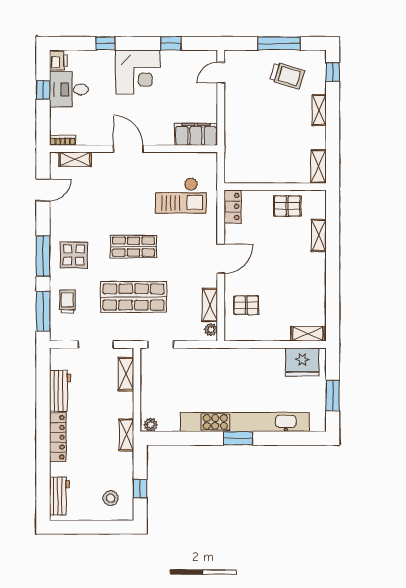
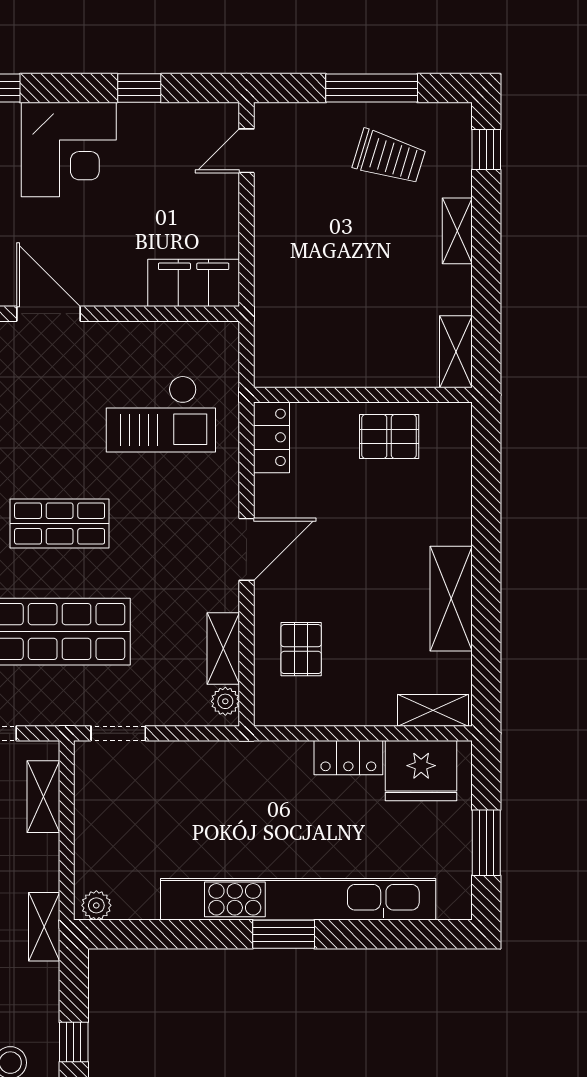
shelving: (319, 235) -> (451, 599), moved, width x1.50, depth x1.33
pallet: (246, 305) -> (301, 649), turned 90
locker: (268, 356) -> (348, 758), added

